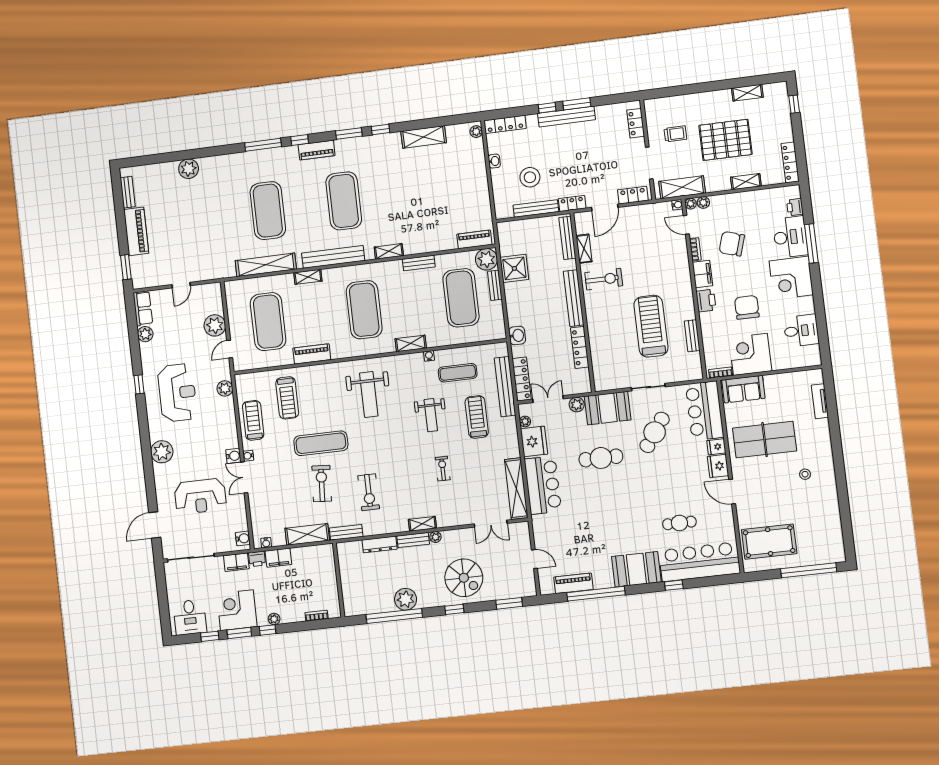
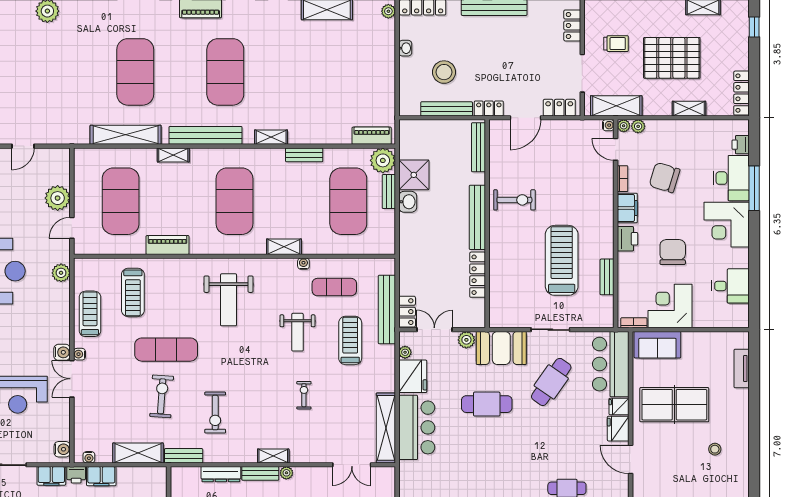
shelving: (584, 249) -> (496, 162), removed
washbasin: (517, 336) -> (408, 202), moved
locker: (522, 379) -> (407, 312), width x0.66

